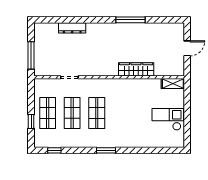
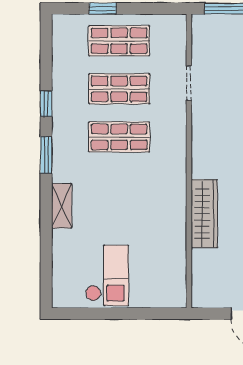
shelving: (173, 84) -> (62, 206), moved
window: (54, 150) -> (46, 104), moved

